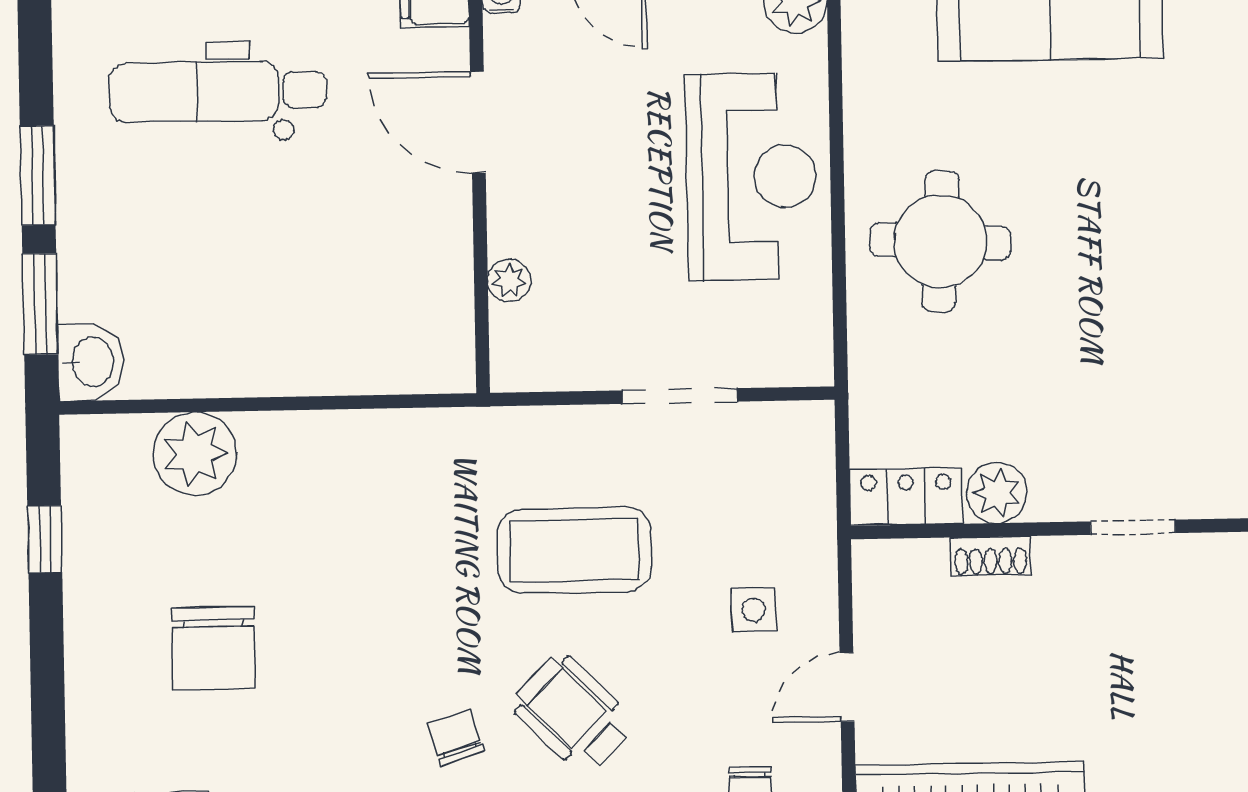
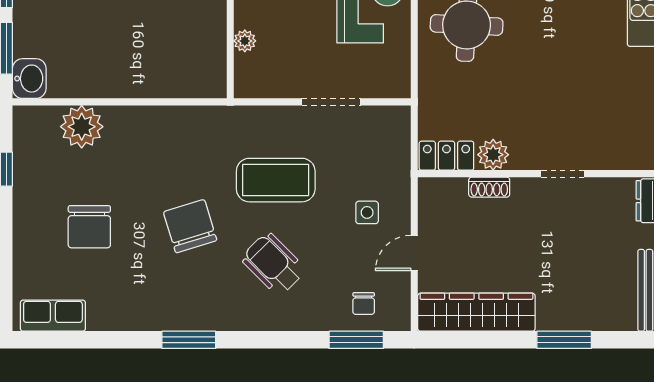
chair: (456, 737) -> (190, 226), moved, width x1.87, depth x1.87

